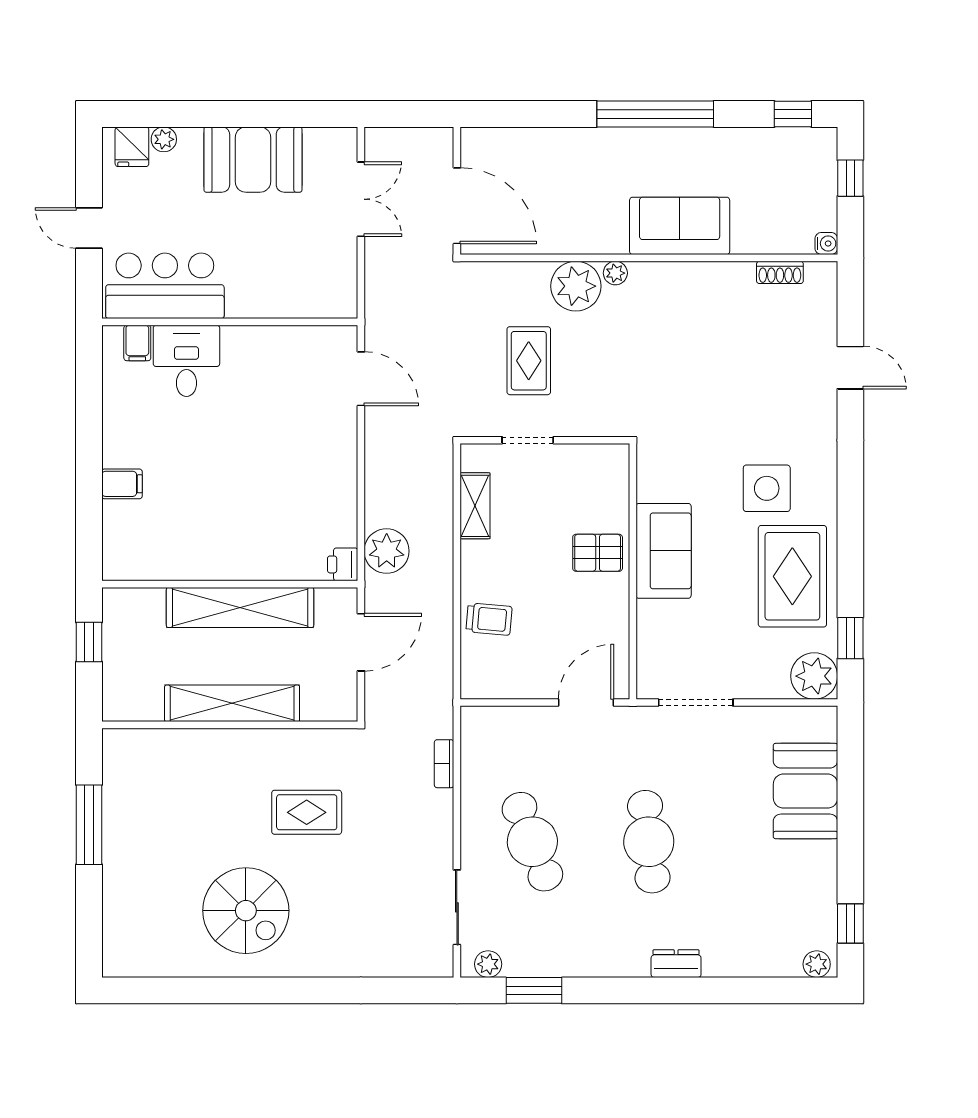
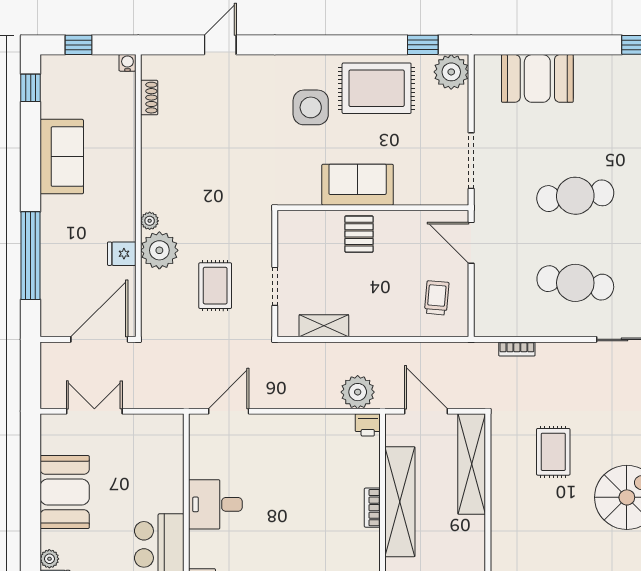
window: (655, 114) -> (31, 256), moved
sofa: (680, 226) -> (62, 157), moved, turned 180
fridge: (571, 236) -> (122, 254), added
desk: (186, 361) -> (215, 504), moved
rug: (529, 361) -> (215, 286), turned 90
bookcase: (232, 570) -> (372, 508), added
trolley: (489, 619) -> (437, 298), moved
shelving: (232, 703) -> (472, 464), moved
cafe table: (532, 842) -> (575, 283), turned 30

